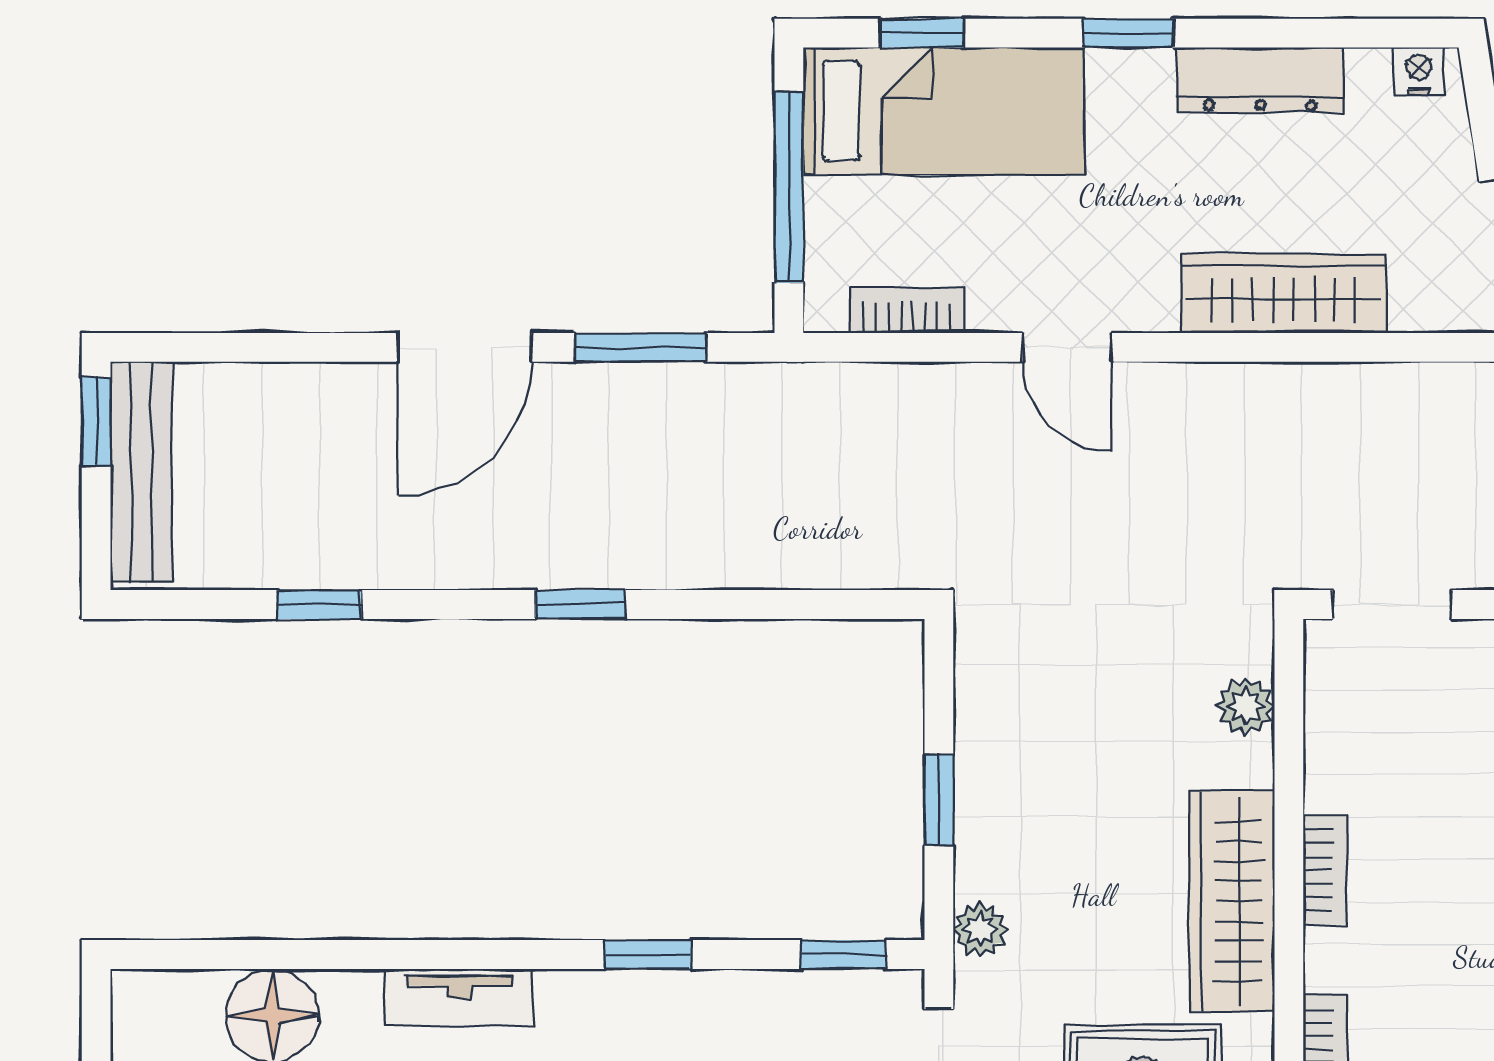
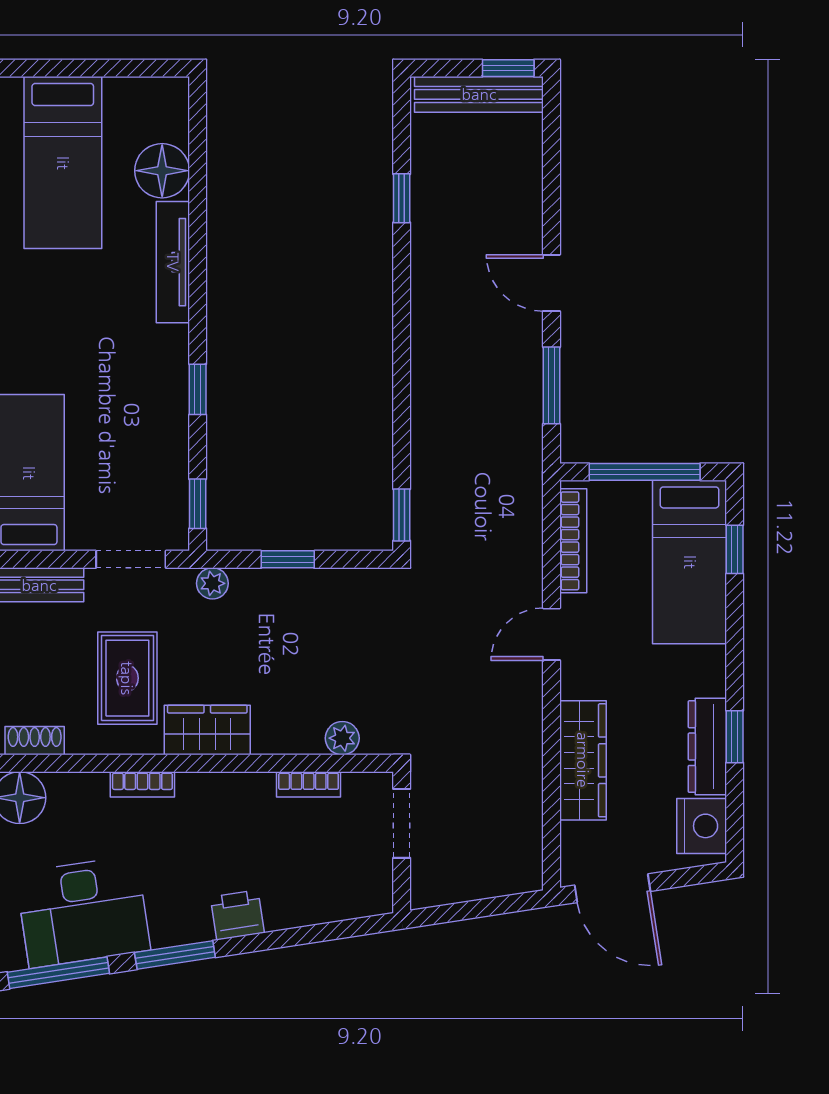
window: (1128, 33) -> (735, 737), moved
nightstand: (1419, 71) -> (702, 826), width x1.89, depth x1.79
bookcase: (907, 310) -> (573, 541), width x1.56
door: (465, 347) -> (552, 283), width x0.73
window: (580, 605) -> (402, 515), moved
bookcase: (1325, 870) -> (309, 784), moved
wardrobe: (1232, 901) -> (207, 730), width x0.67
tv unit: (459, 997) -> (173, 262), width x1.41

